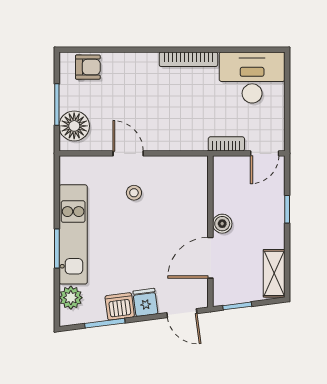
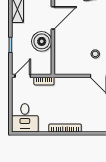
desk: (252, 77) -> (25, 118), width x0.73
boiler: (222, 224) -> (42, 41), width x1.86, depth x1.86

